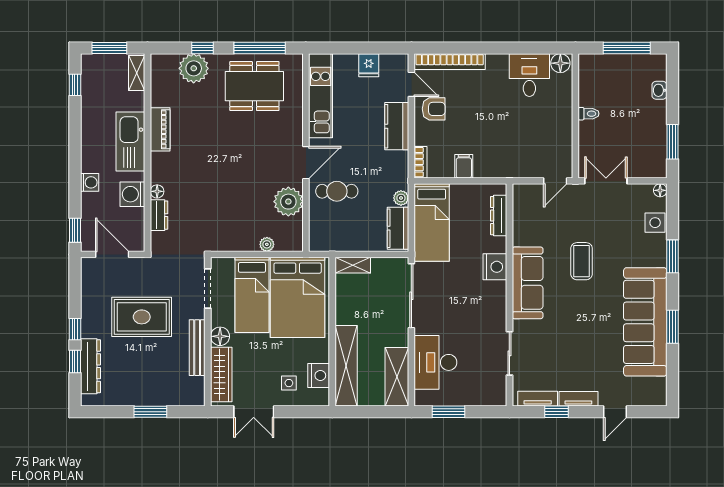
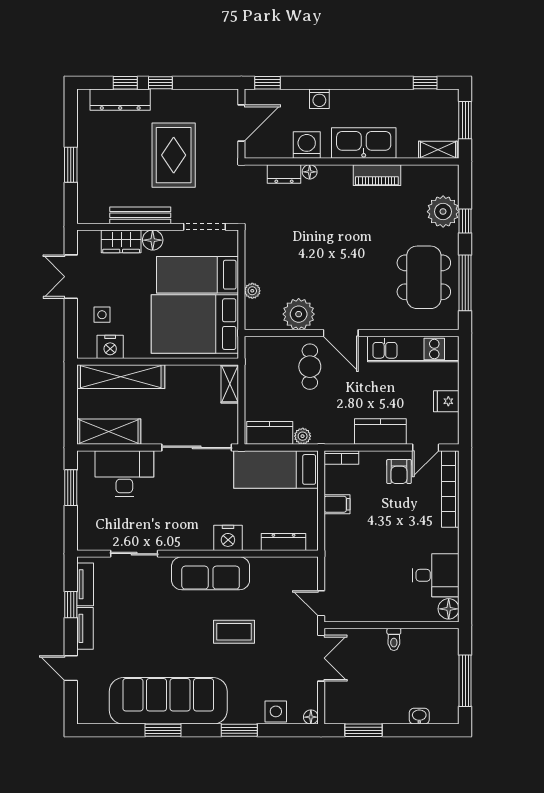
wardrobe: (221, 375) -> (121, 241), width x0.67

